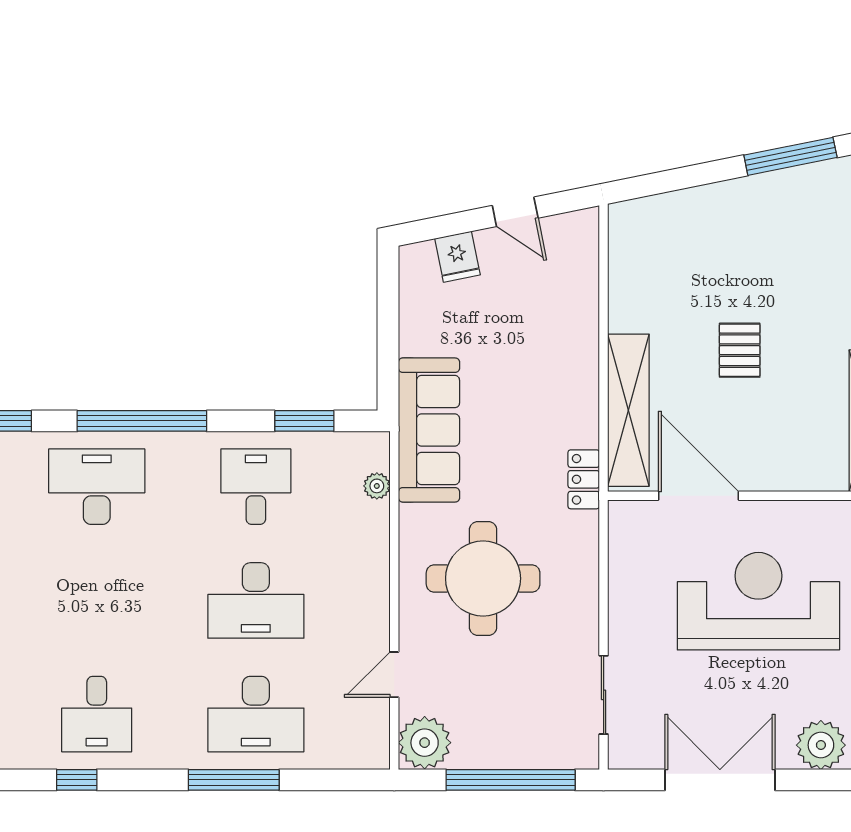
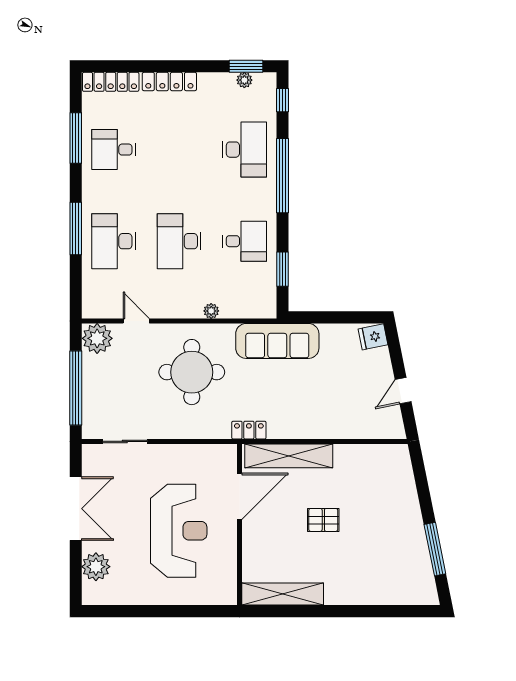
fridge: (457, 257) -> (373, 337), moved
plant: (377, 486) -> (211, 311), moved
window: (77, 780) -> (76, 138), width x2.17

